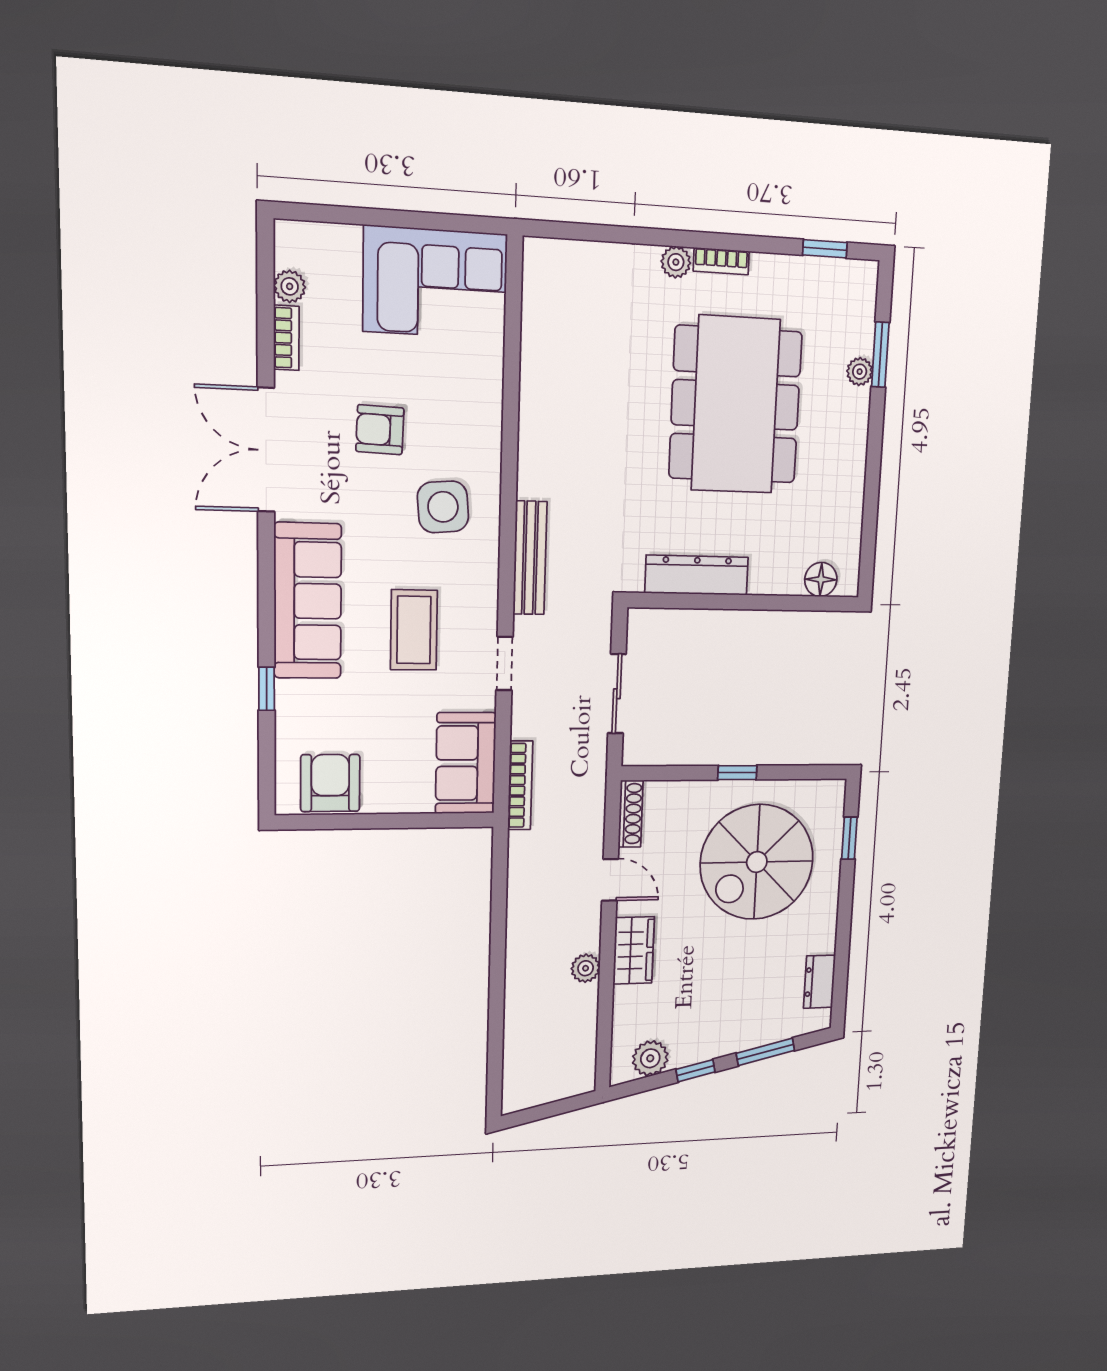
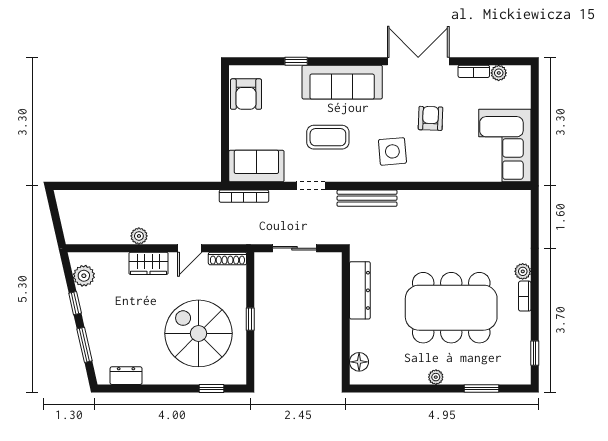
plant: (860, 372) -> (436, 377), moved
armchair: (330, 783) -> (246, 94), turned 90

